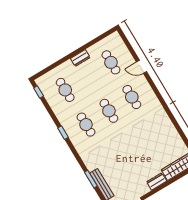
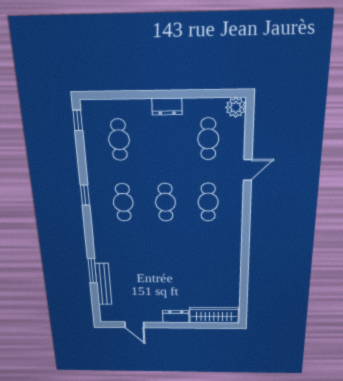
plant: (115, 38) -> (236, 107), added
door: (141, 67) -> (248, 170), swing flipped

